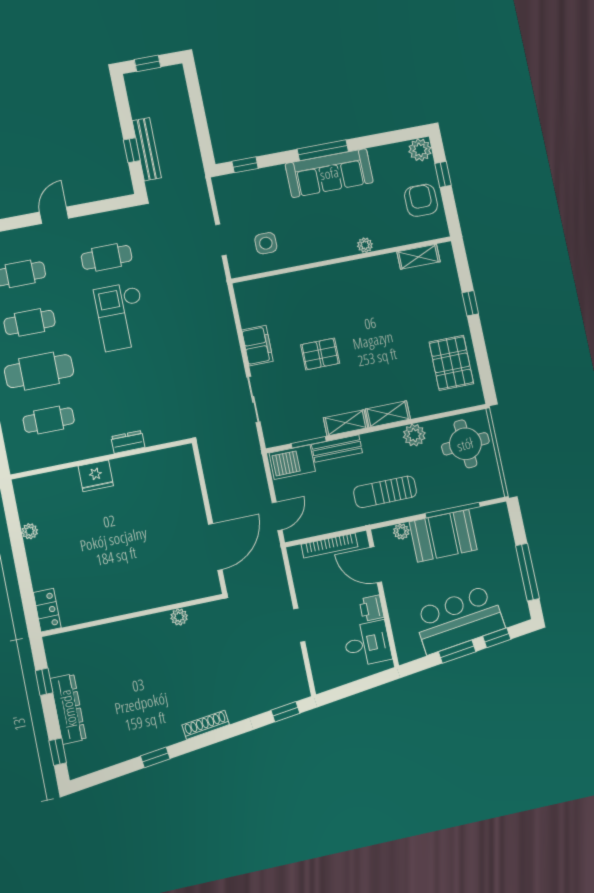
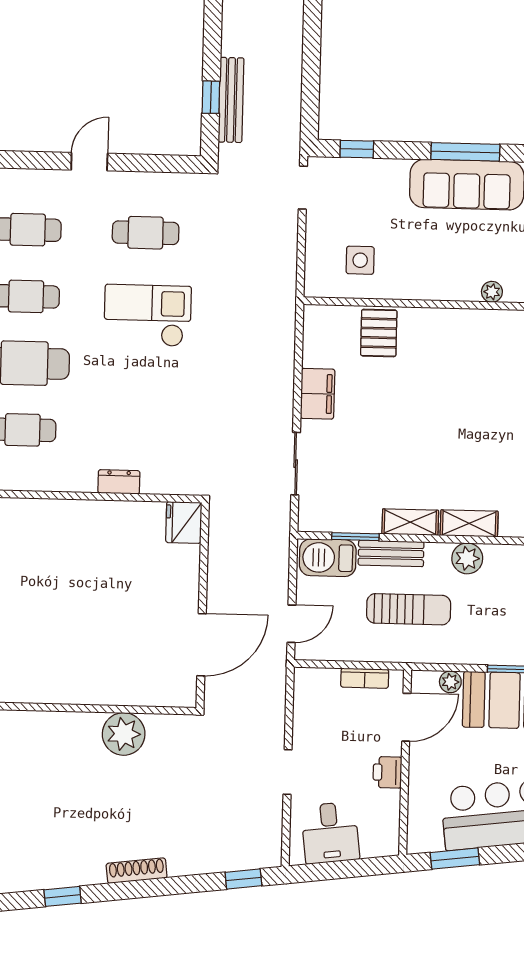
doorway: (221, 240) -> (303, 188), moved
checkout: (122, 317) -> (148, 316), turned 90
pallet: (320, 354) -> (379, 333), moved, turned 90
plant: (414, 435) -> (467, 558), moved
fridge: (96, 476) -> (184, 522), moved, turned 90
sun lounger: (385, 492) -> (409, 609), moved, turned 180
bookcase: (329, 545) -> (365, 678), width x0.64
door: (376, 565) -> (406, 717), swing flipped
plant: (179, 617) -> (124, 734), width x1.88, depth x1.88
desk: (367, 644) -> (330, 833), moved, turned 83
window: (457, 652) -> (455, 859), moved

